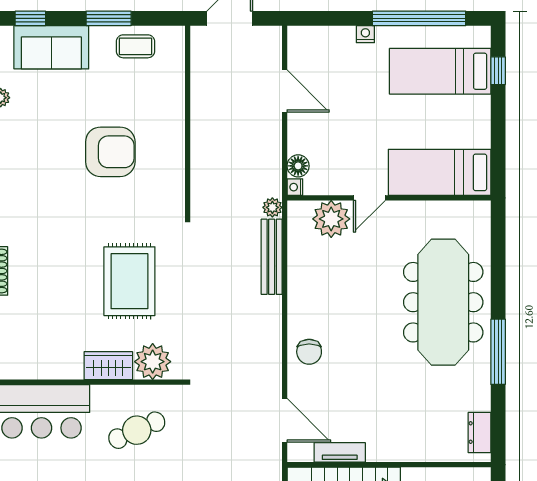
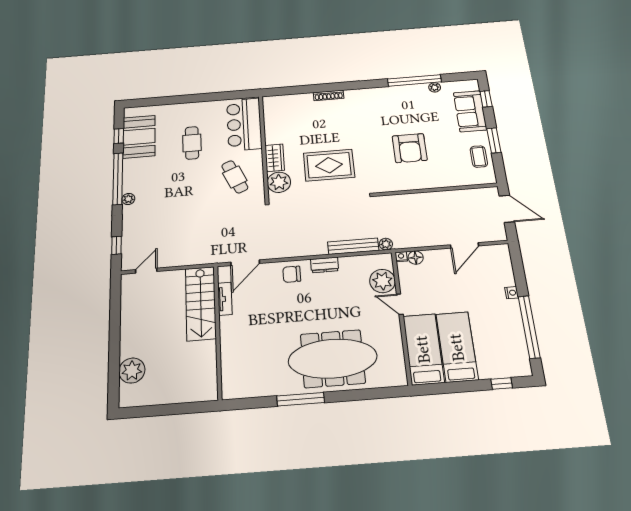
bed: (440, 71) -> (457, 347), moved
dresser: (479, 433) -> (325, 265), moved, turned 180

